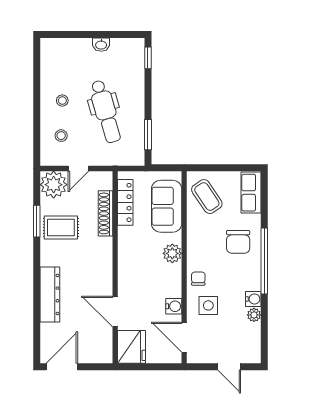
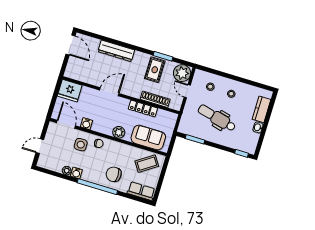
kitchen counter: (72, 48) -> (262, 109), added
dental chair: (106, 111) -> (217, 118), turned 30
locker: (125, 202) -> (143, 109), moved
door: (115, 312) -> (109, 92), moved
door: (184, 337) -> (66, 124), hinge flipped

